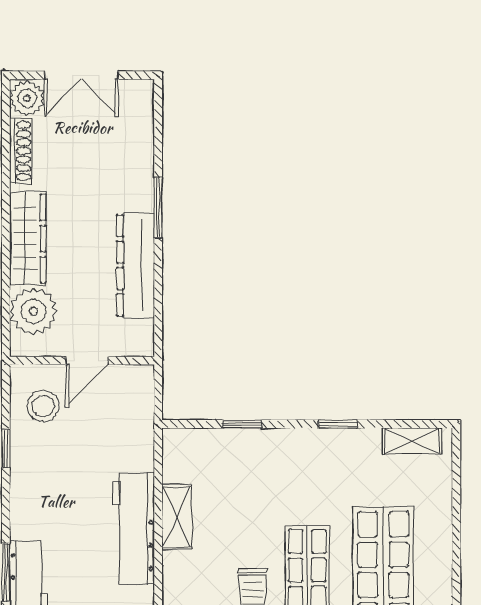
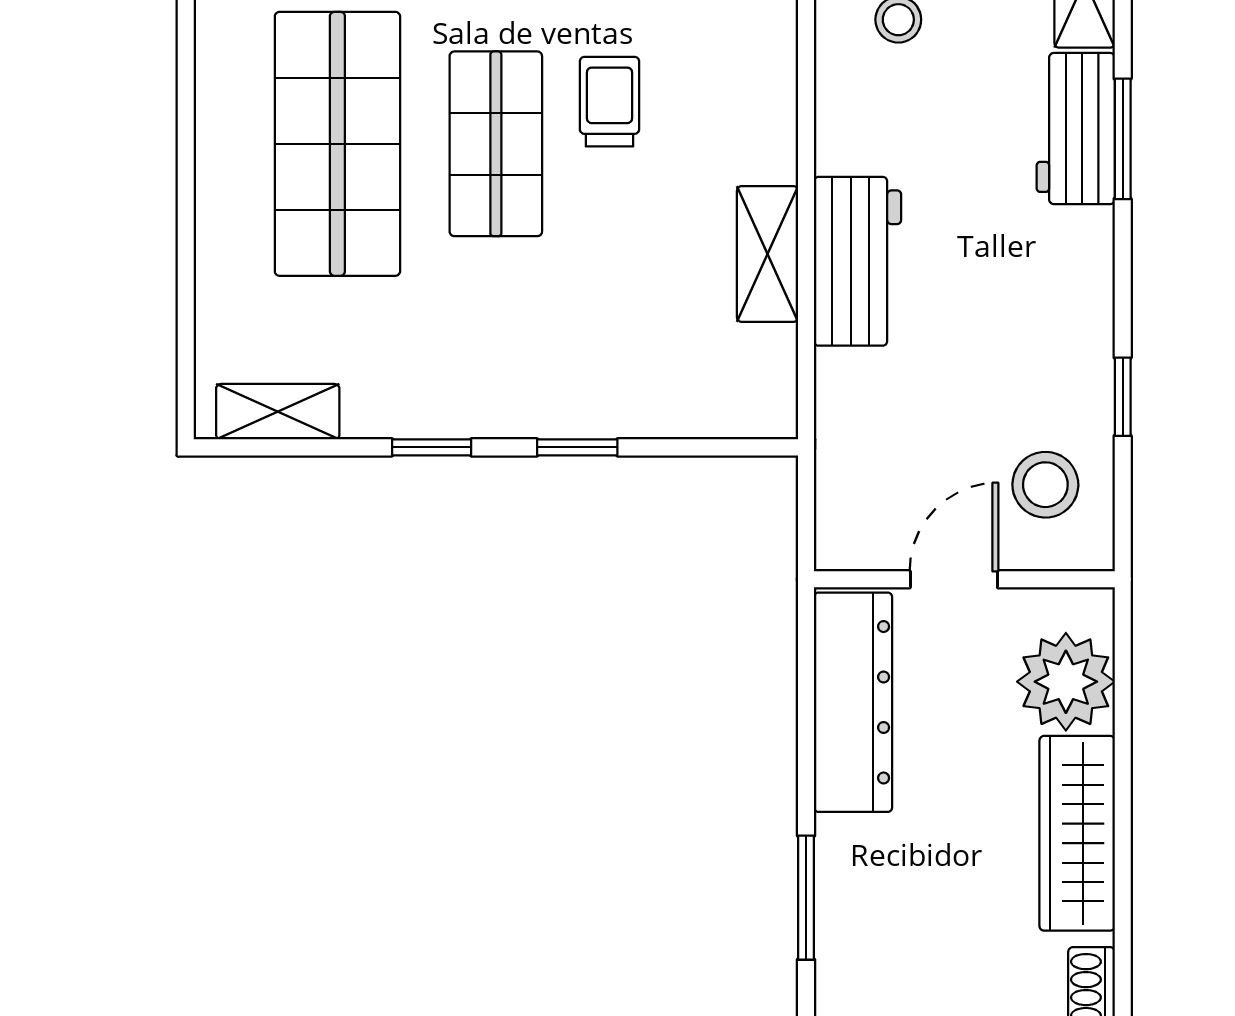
dresser: (136, 265) -> (853, 702), moved
window: (242, 424) -> (577, 447), moved
workbench: (133, 529) -> (858, 261), width x0.73

